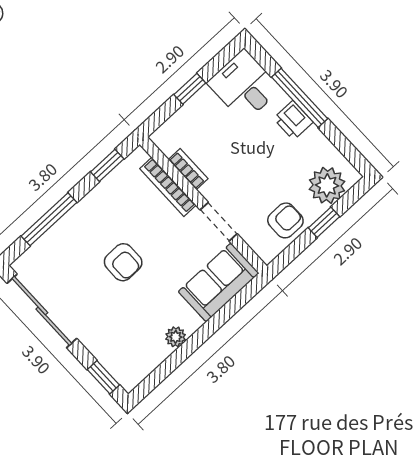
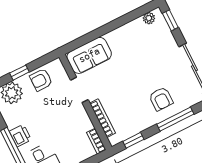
bookcase: (188, 169) -> (96, 141), moved
armchair: (123, 262) -> (161, 99), moved, turned 180
plant: (176, 337) -> (149, 18), moved

